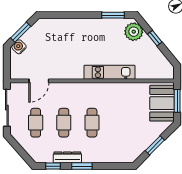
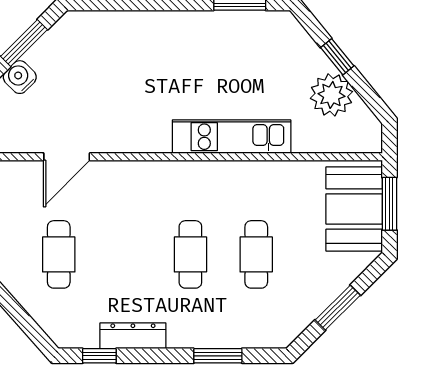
plant: (134, 32) -> (331, 95), moved
cafe table: (64, 123) -> (256, 254), moved
window: (82, 166) -> (218, 356), moved

